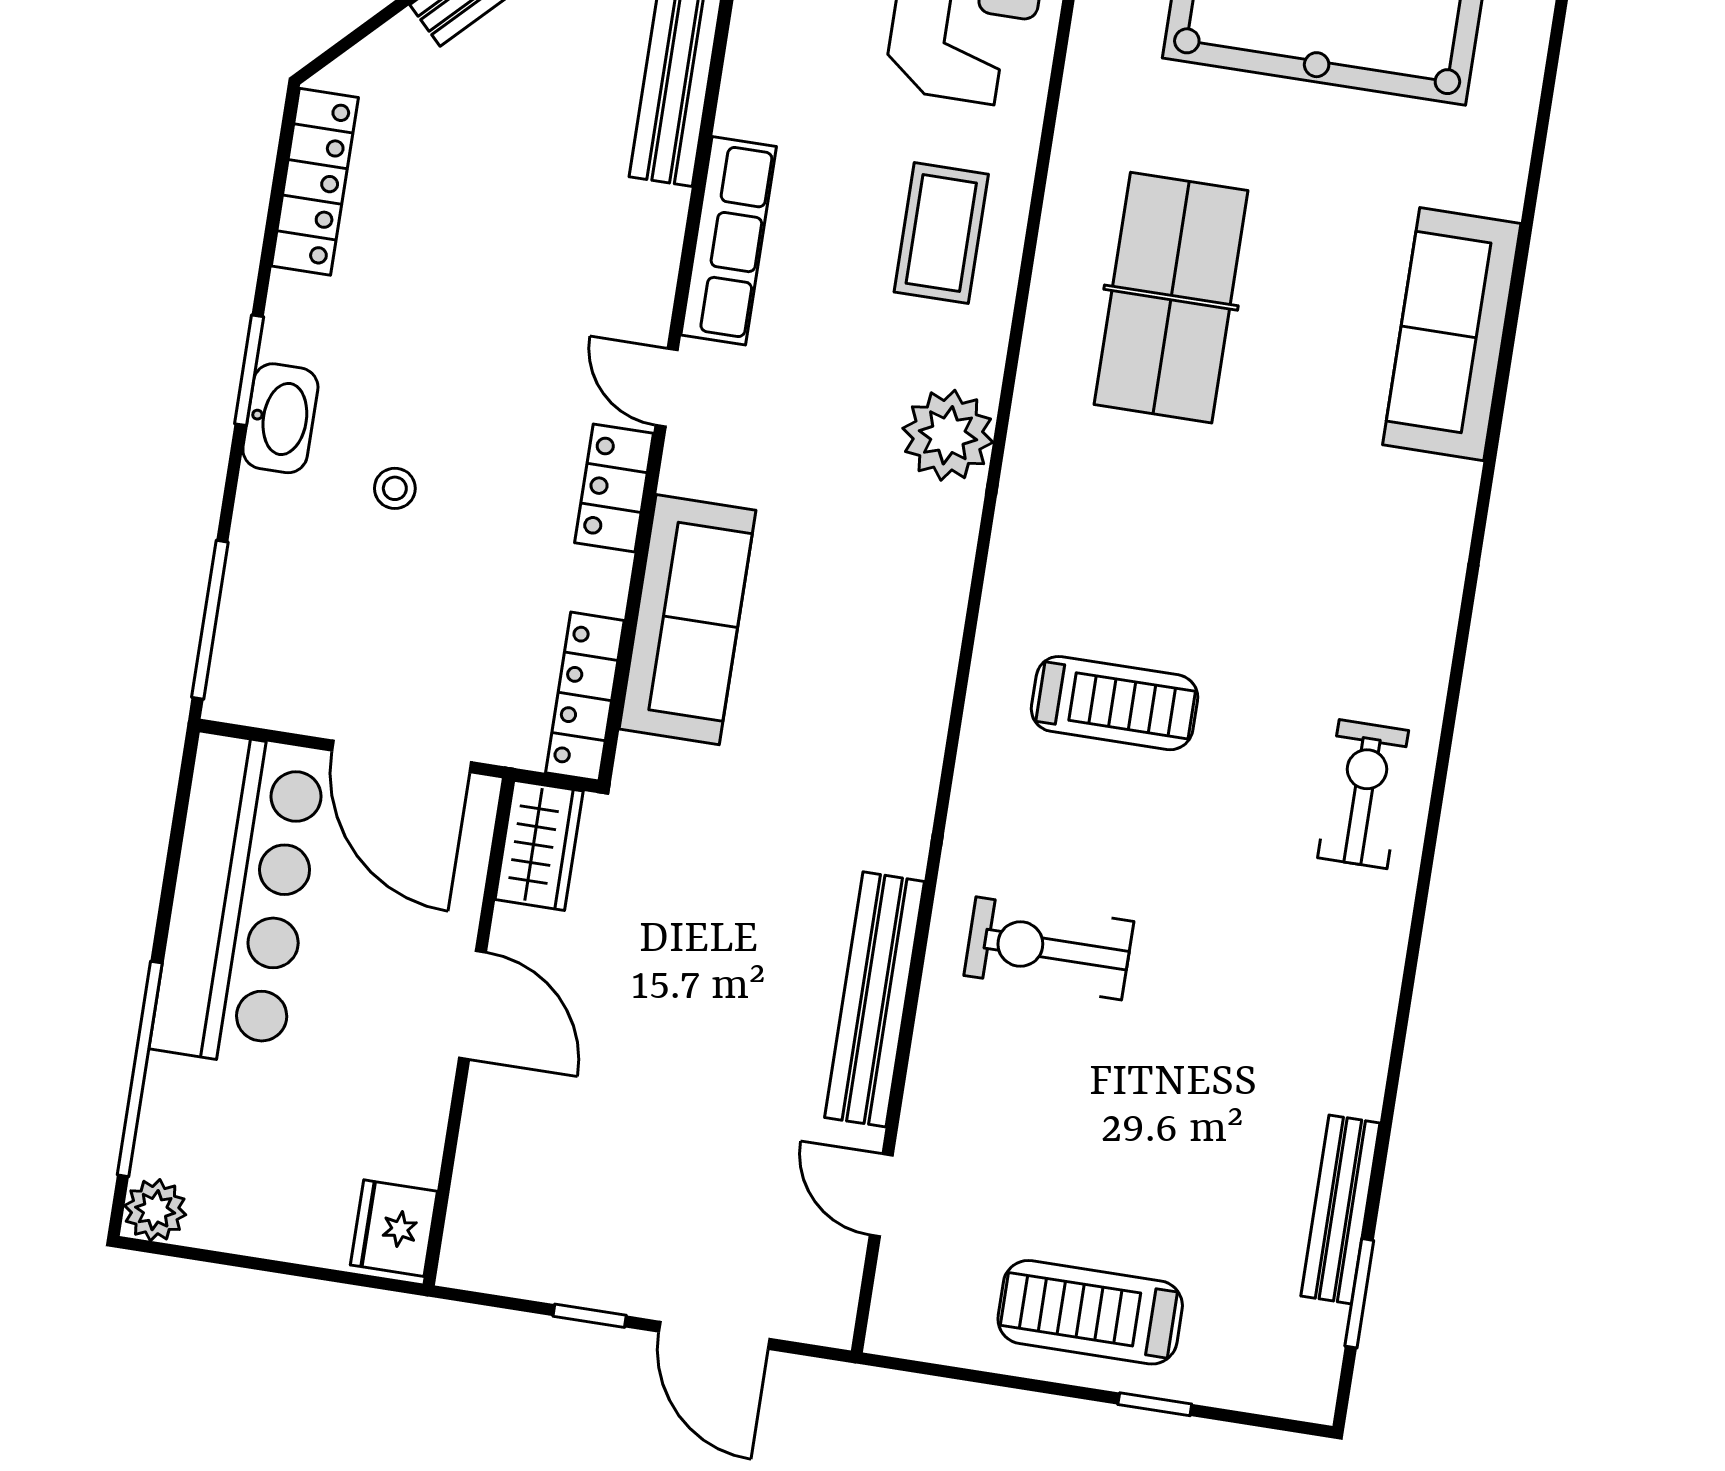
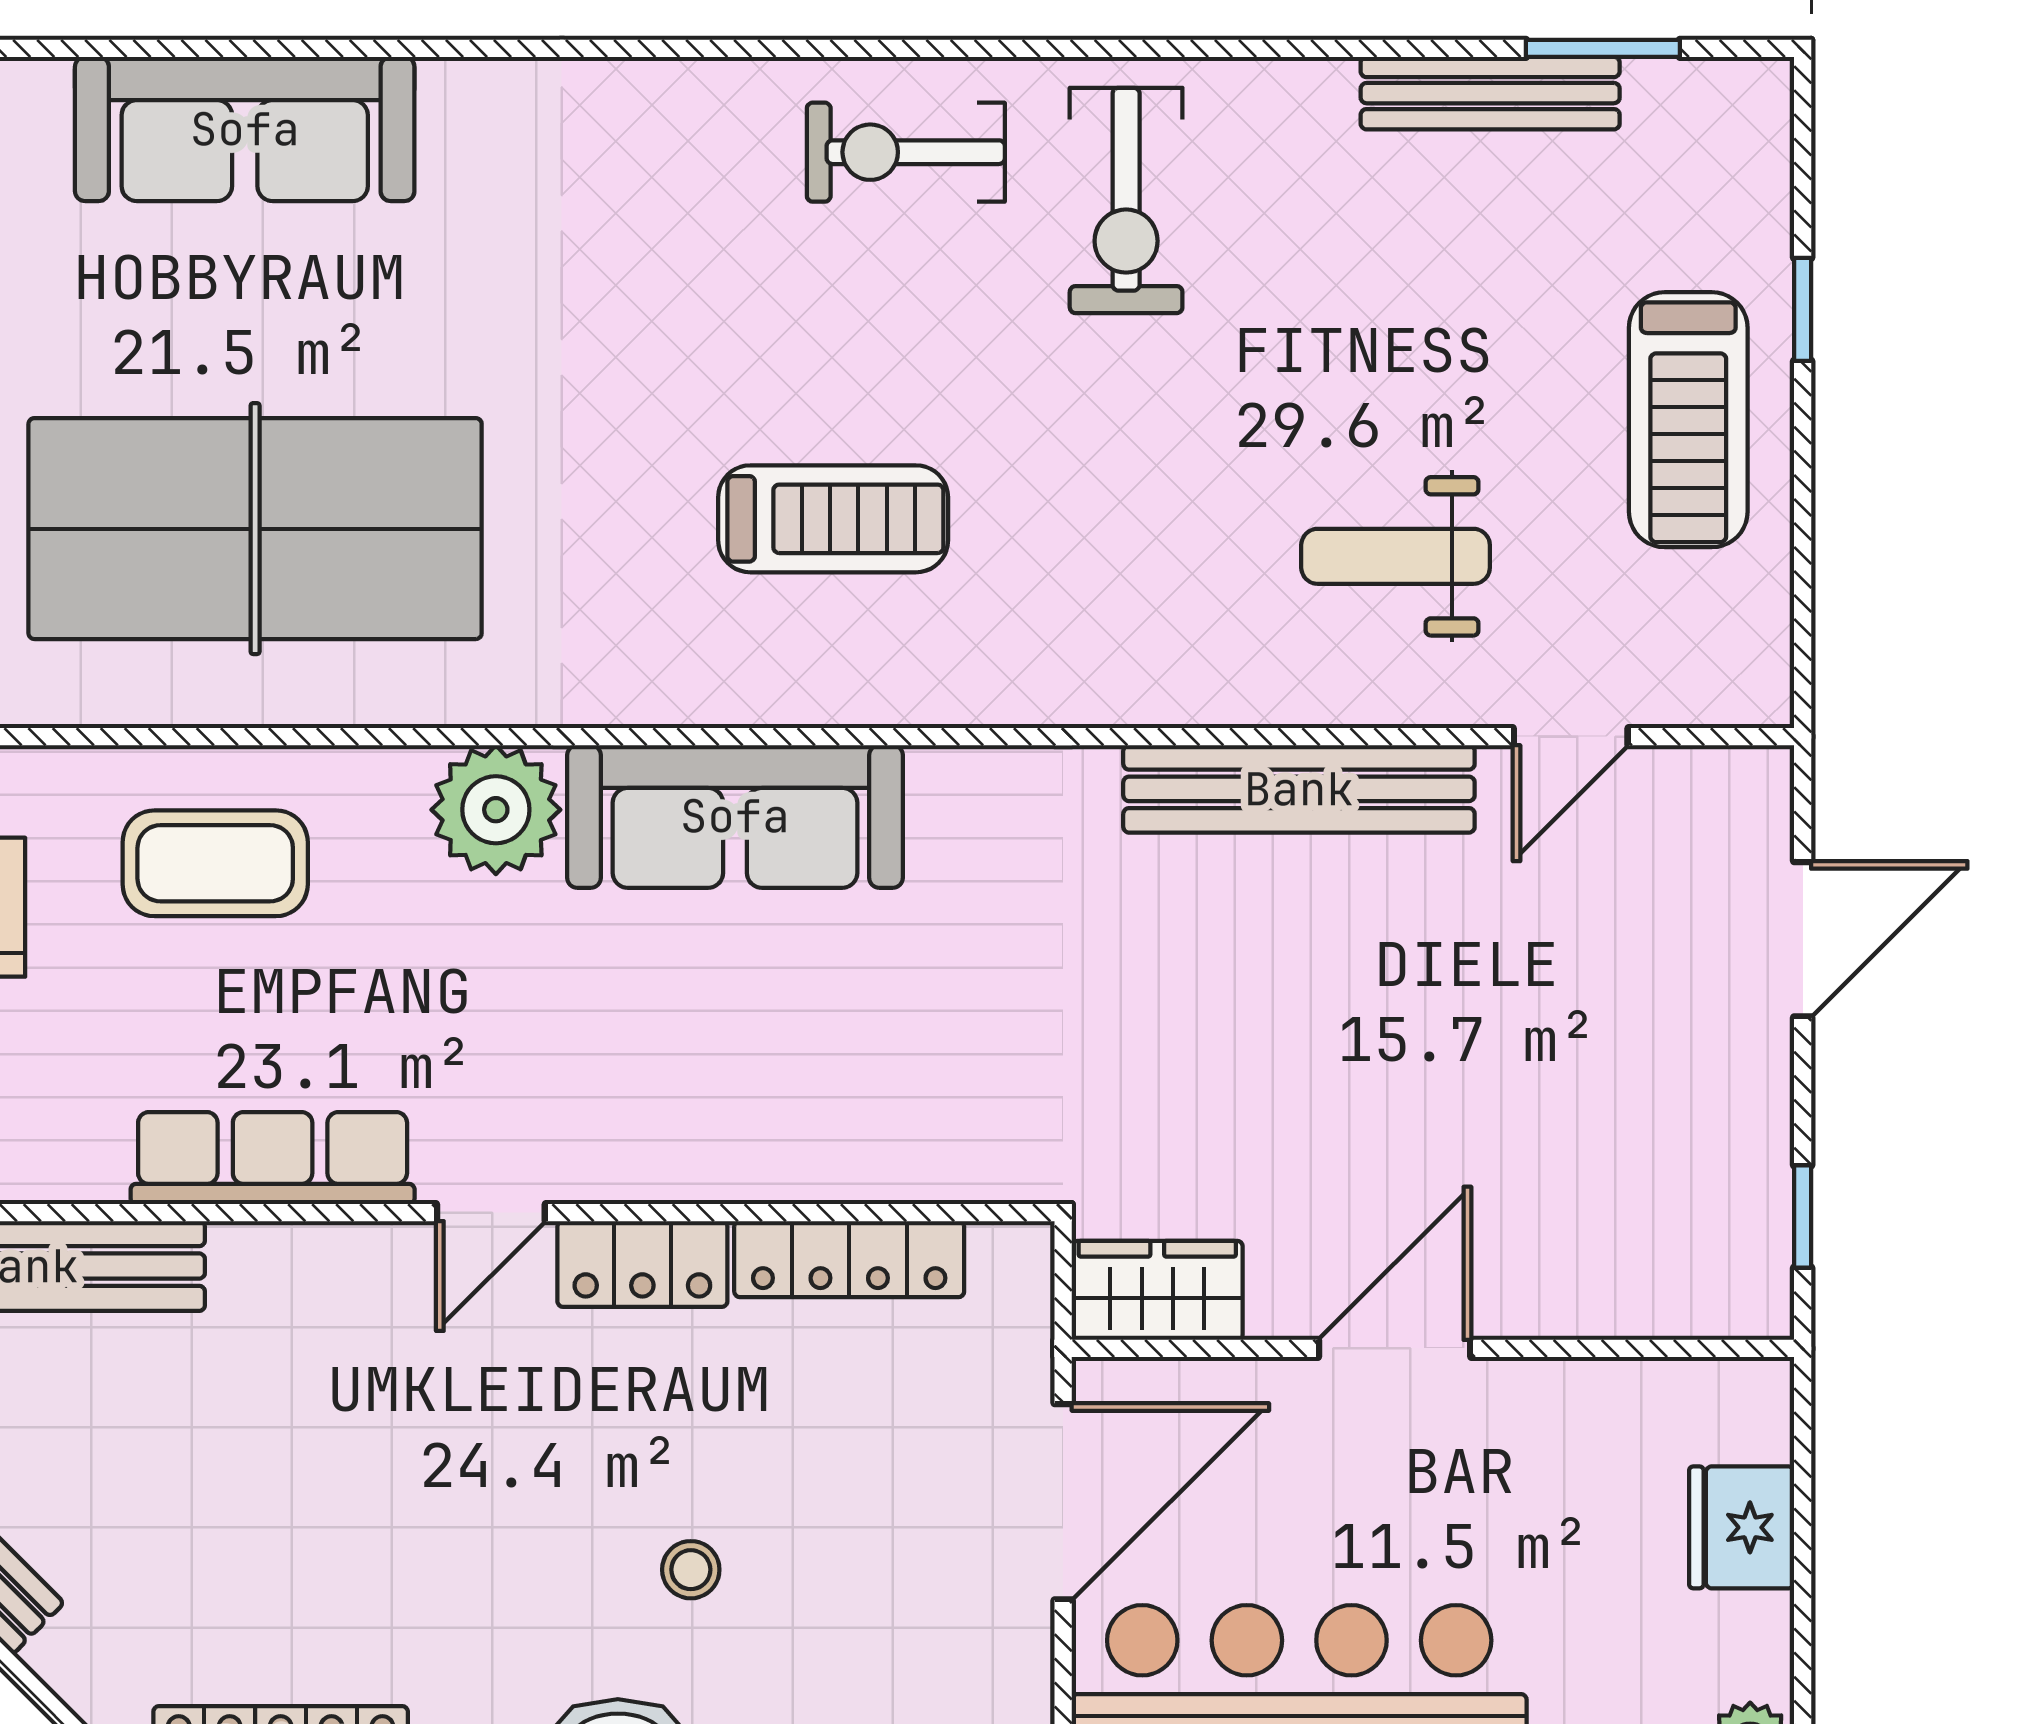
table tennis table: (1171, 298) -> (255, 529), width x1.36, depth x1.32
sofa: (688, 620) -> (735, 816), moved, turned 180
locker: (585, 697) -> (849, 1259), moved
treadmill: (1115, 703) -> (833, 519), turned 90
exercise bike: (1049, 948) -> (1126, 200), moved
weight bench: (1027, 1092) -> (1396, 556), added
fridge: (394, 1228) -> (1742, 1527), moved, turned 90
window: (590, 1316) -> (1803, 1217), moved

